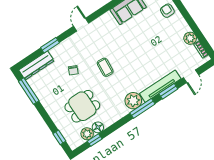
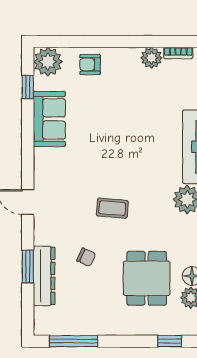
dresser: (36, 65) -> (44, 276), moved

